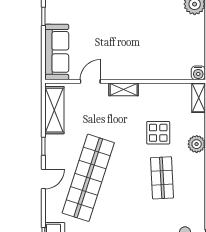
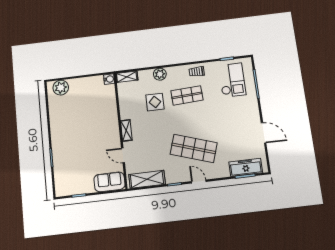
sofa: (57, 52) -> (109, 182), width x0.73
shop shelf: (88, 178) -> (194, 148), width x0.71
trolley: (194, 195) -> (197, 72), added

